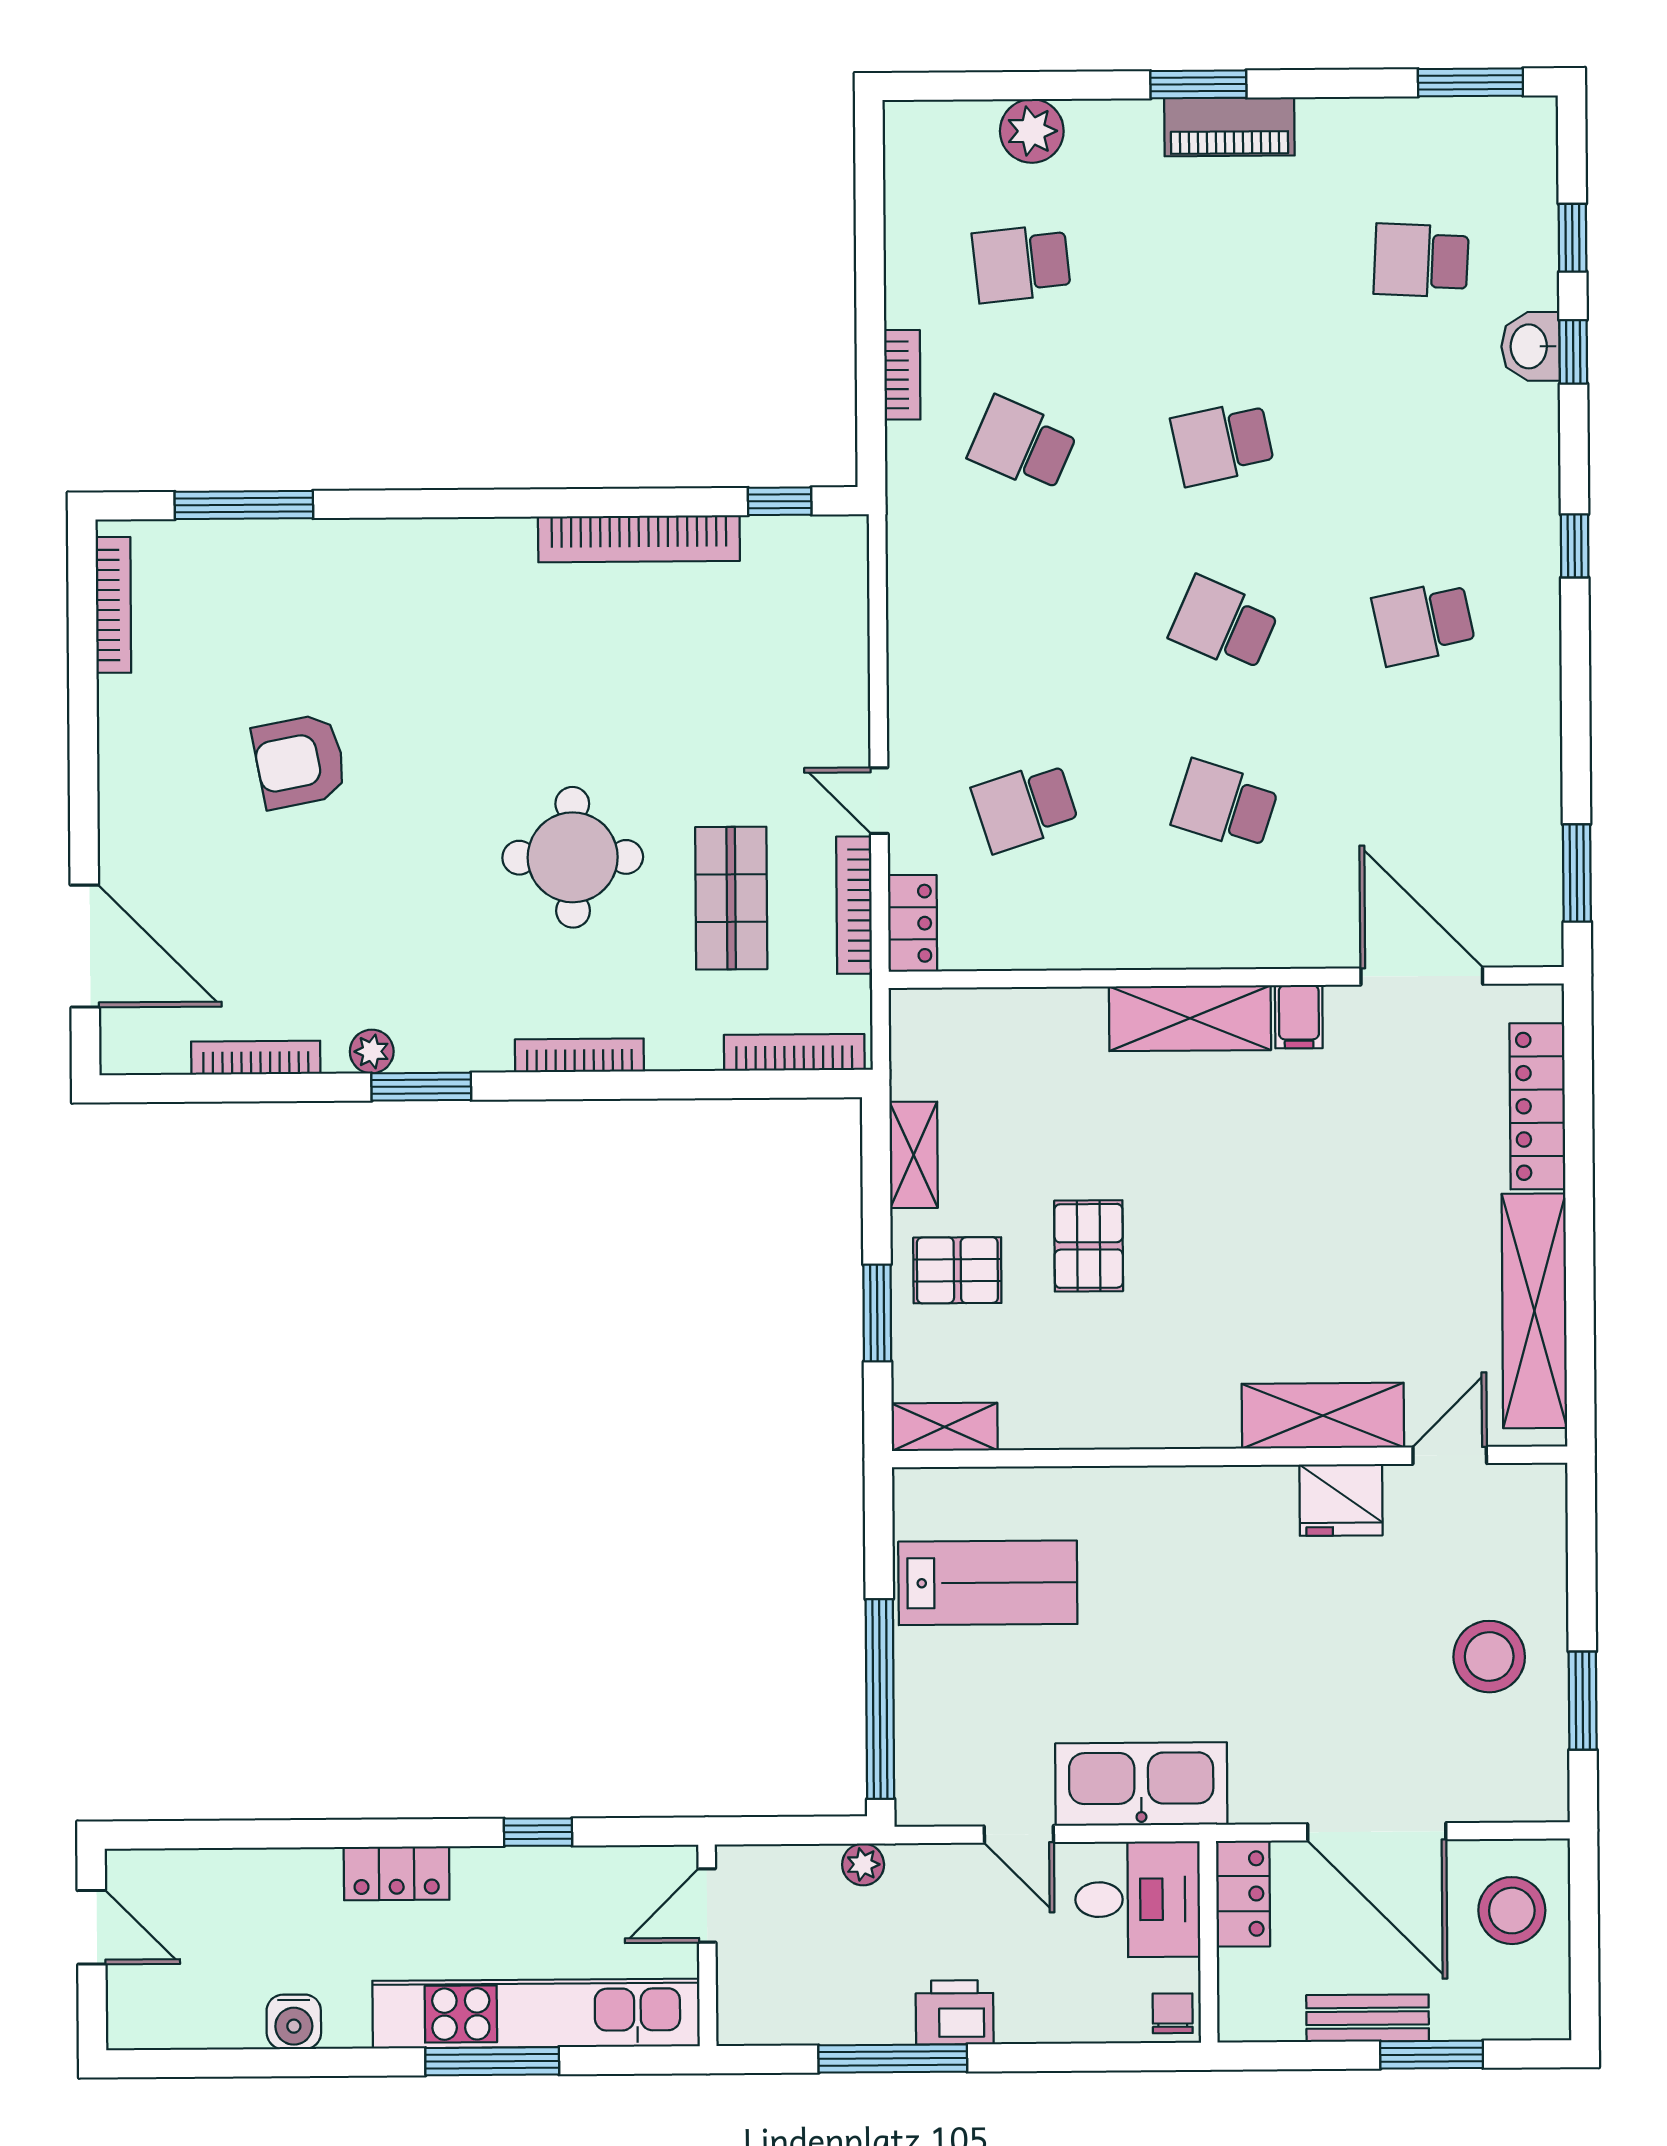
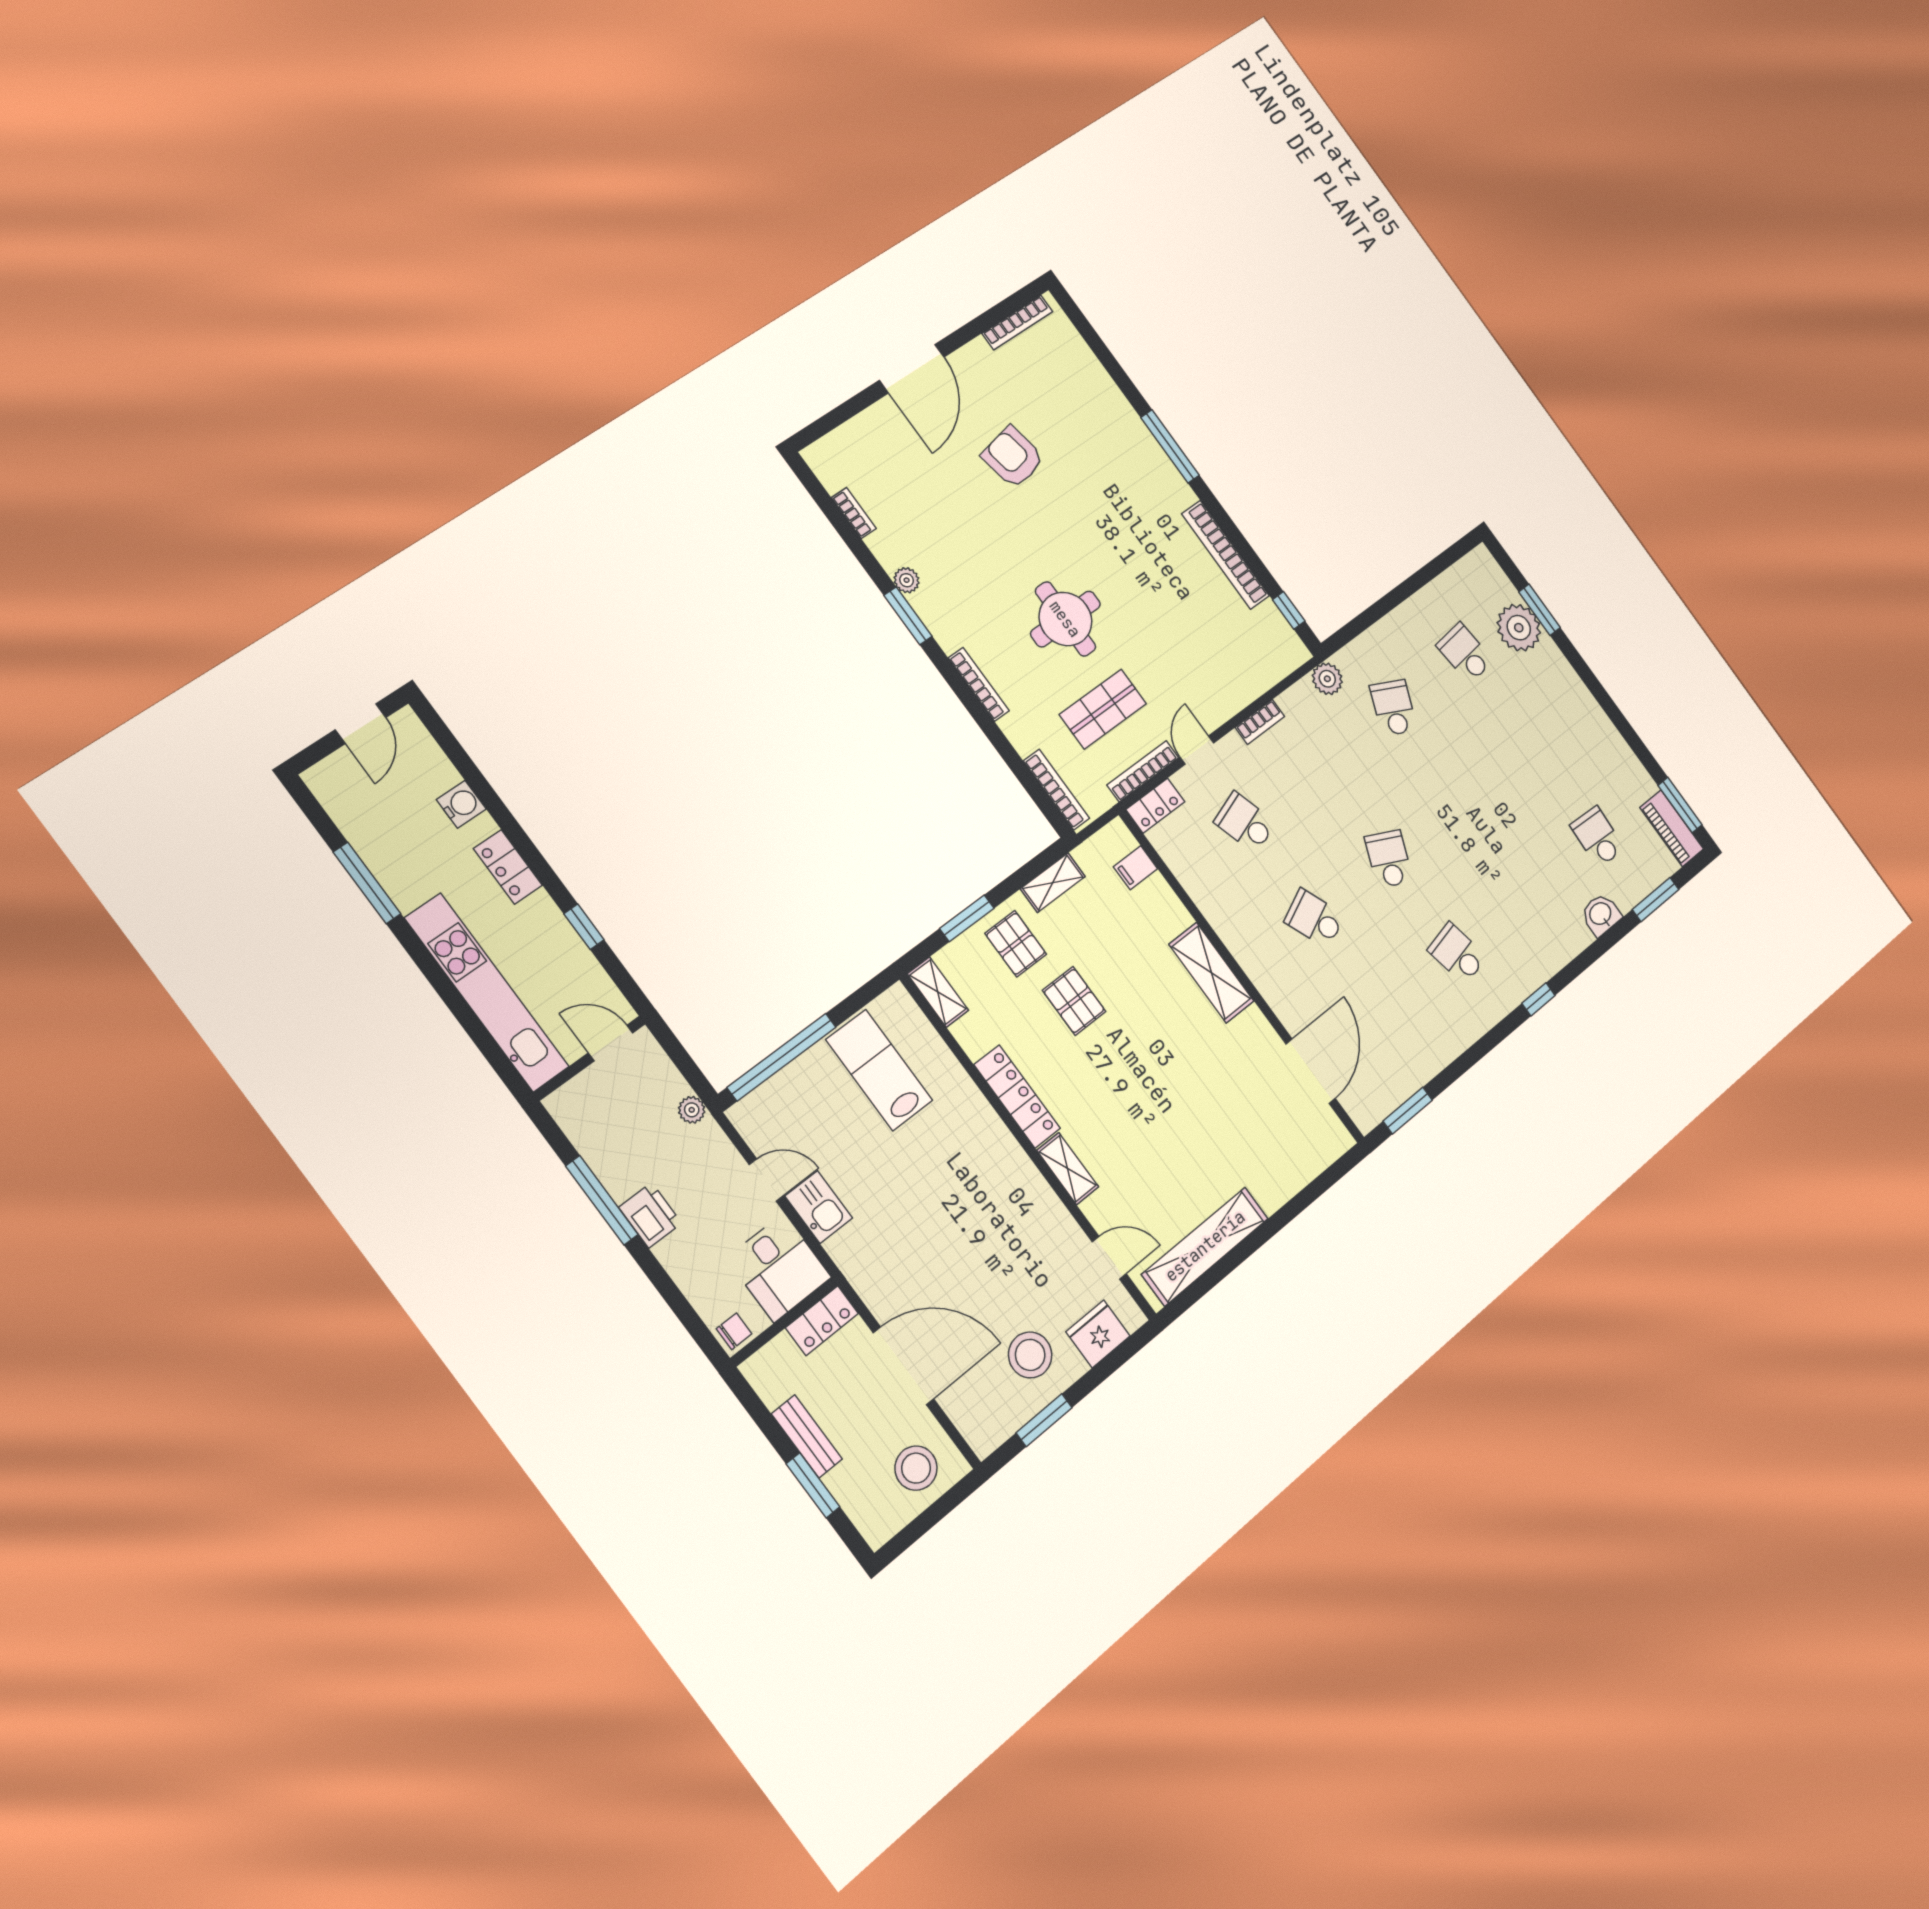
window: (1198, 84) -> (1539, 610), moved
piano: (1229, 127) -> (1672, 828), moved
plant: (1032, 131) -> (1519, 628), width x1.36, depth x1.36
window: (1572, 238) -> (1656, 900), width x1.50
window: (1573, 352) -> (1613, 936), removed
bookcase: (902, 375) -> (1260, 722), moved
school desk: (1223, 443) -> (1461, 801), removed
window: (244, 505) -> (1170, 446), moved
plant: (914, 517) -> (1327, 679), added
school desk: (1225, 805) -> (1314, 918), turned -42
door: (85, 946) -> (912, 369), moved
filing cabinet: (1299, 1017) -> (1135, 868), moved
bookcase: (256, 1058) -> (854, 513), width x0.64
locker: (1537, 1106) -> (1017, 1096), moved, turned 90
pallet: (1089, 1246) -> (1074, 1001), turned 90
shelving: (1323, 1416) -> (1068, 1169), width x0.67, depth x0.75
fridge: (1341, 1500) -> (1098, 1334), moved, turned 90
lab bench: (988, 1583) -> (879, 1070), turned 180
kitchen sink: (1141, 1784) -> (819, 1207), width x0.53, depth x0.81
door: (1377, 1832) -> (904, 1366), swing flipped
door: (1019, 1834) -> (766, 1180), swing flipped
water cooler: (294, 2022) -> (461, 804), moved, turned 180
window: (492, 2061) -> (367, 883), moved

